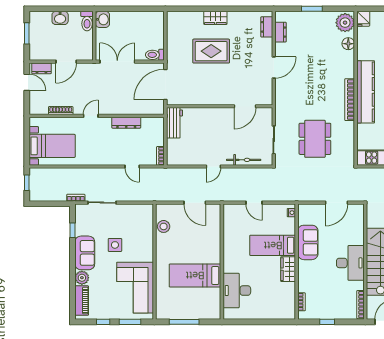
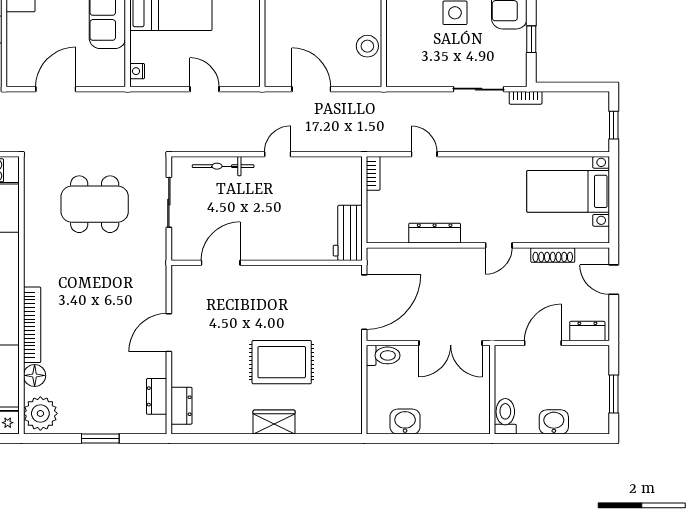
washbasin: (102, 19) -> (405, 422), moved, turned 90
door: (27, 82) -> (614, 280), moved
bookcase: (350, 100) -> (32, 325), moved
dining table: (315, 139) -> (95, 204), turned 90

